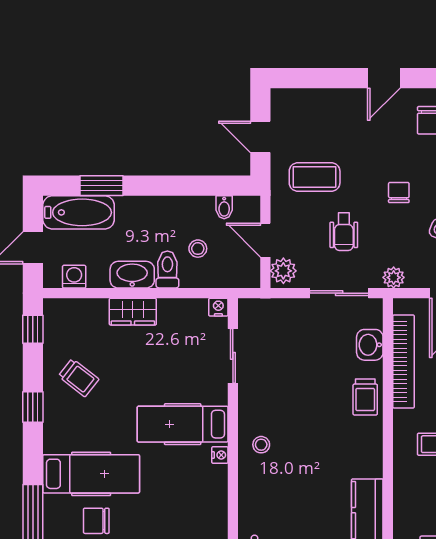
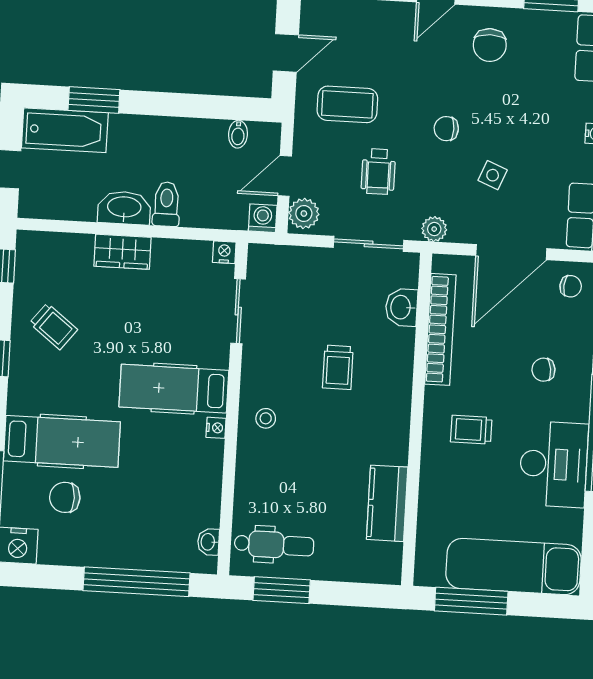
door: (260, 137) -> (286, 53), swing flipped
chair: (399, 193) -> (446, 129), turned -90
door: (265, 240) -> (285, 176), hinge flipped
stool: (198, 249) -> (204, 181), removed
washing machine: (74, 277) -> (263, 218), moved
trolley: (365, 397) -> (338, 367), moved

